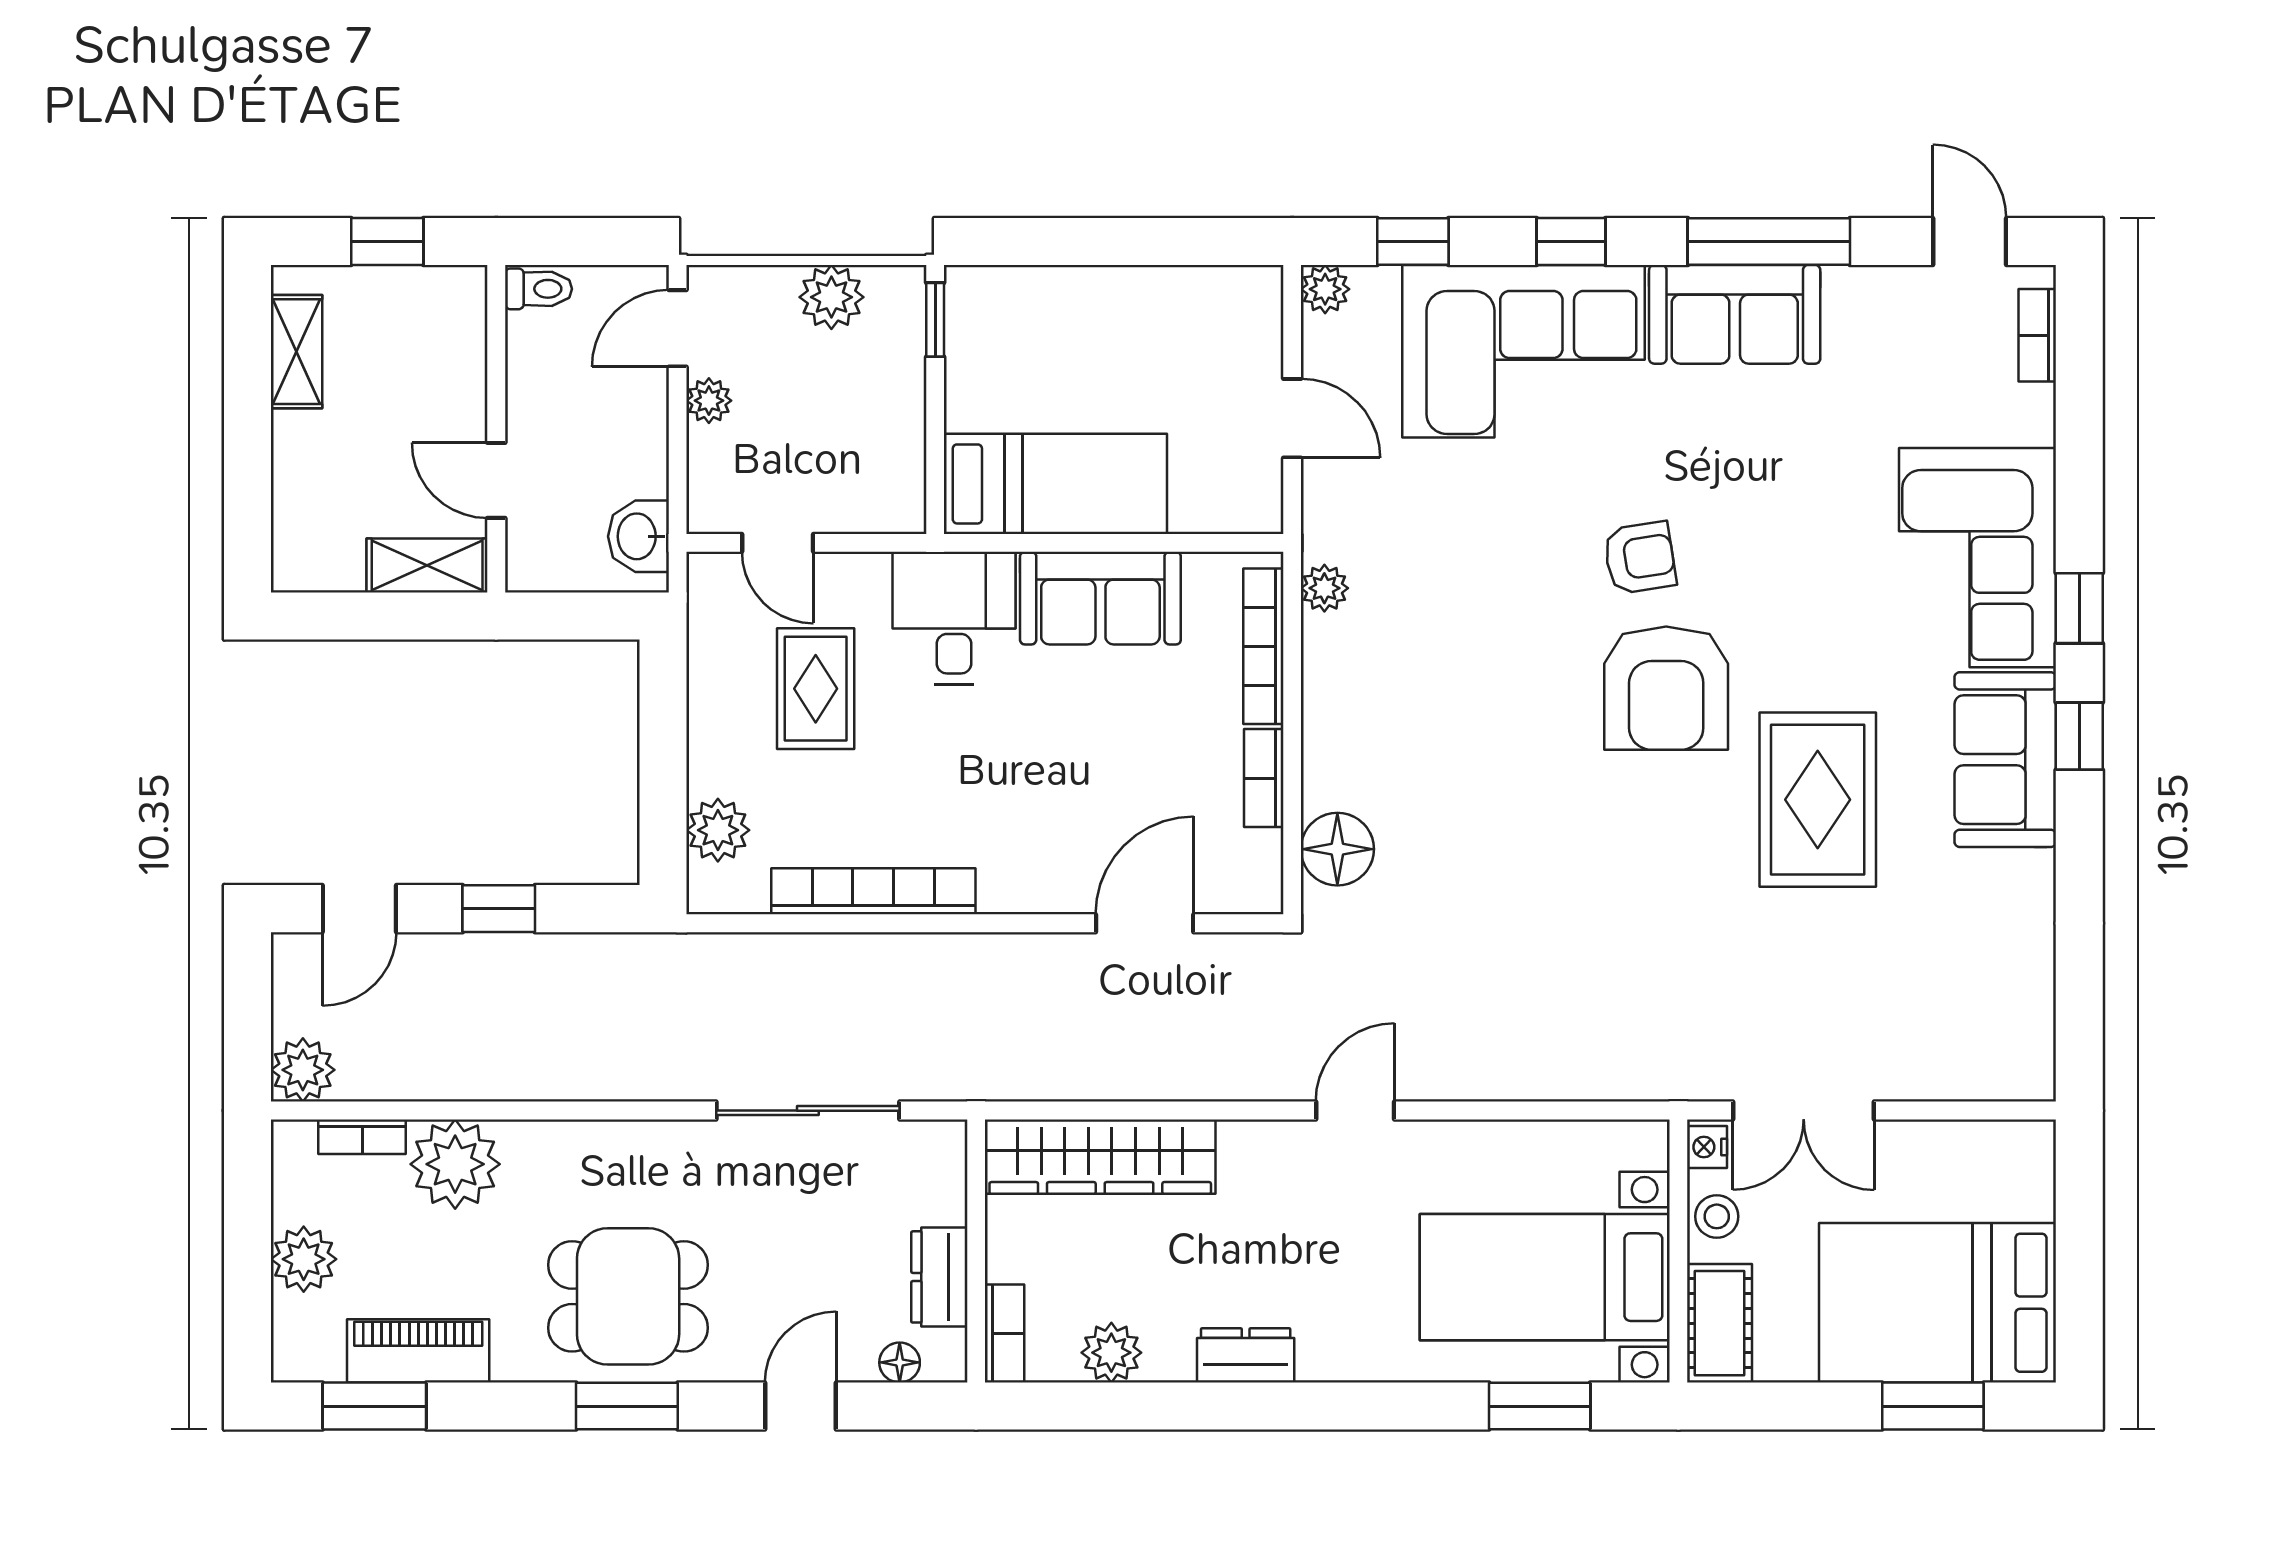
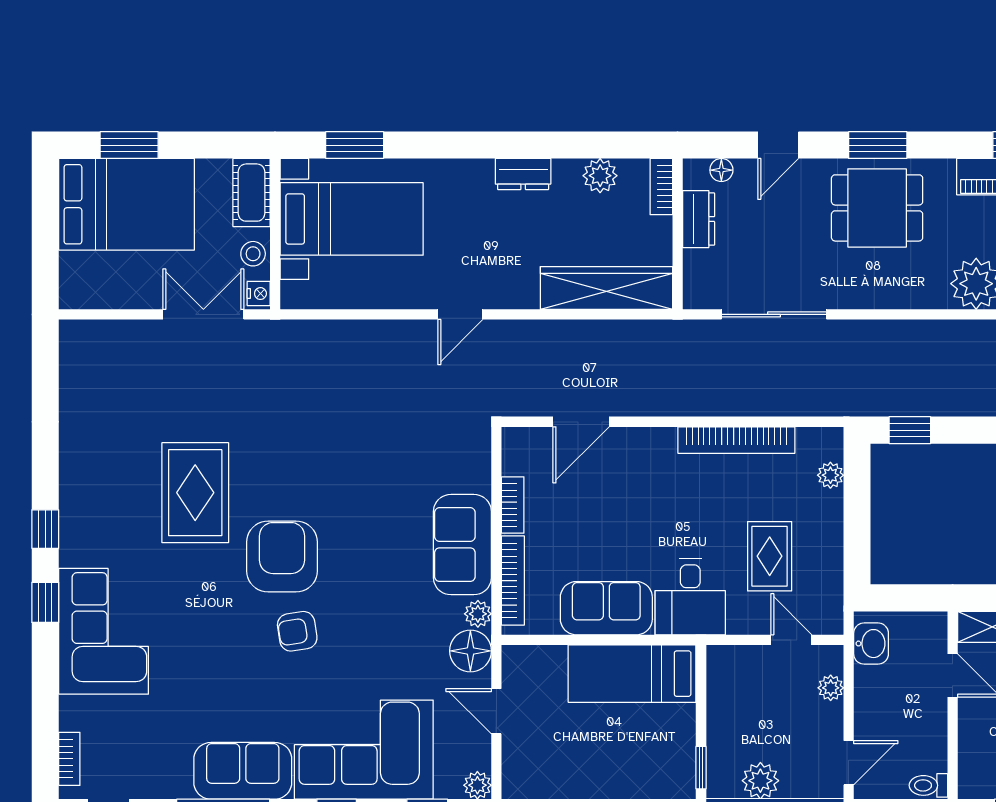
plant: (709, 401) -> (831, 688), moved
sofa: (2005, 760) -> (462, 545), moved, turned 180
plant: (718, 830) -> (830, 475), width x0.73, depth x0.73
floor lamp: (1337, 849) -> (470, 651), moved
window: (499, 909) -> (910, 430), moved

